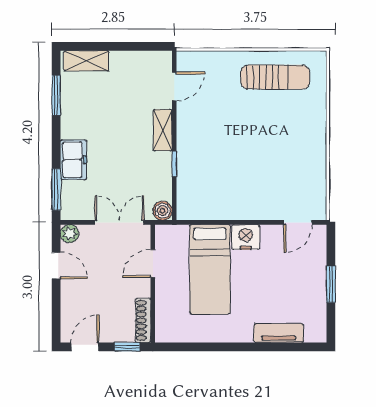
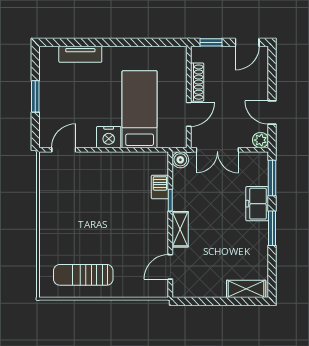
window: (56, 95) -> (272, 228), moved
barbecue: (186, 179) -> (160, 187), added
shoe rack: (143, 320) -> (197, 82), moved

